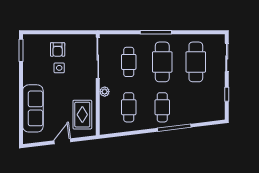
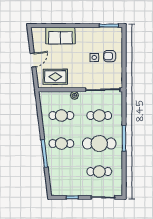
cafe table: (196, 62) -> (99, 171), width x0.73, depth x0.74
sofa: (33, 108) -> (60, 36), width x0.73
door: (62, 141) -> (33, 60), hinge flipped

